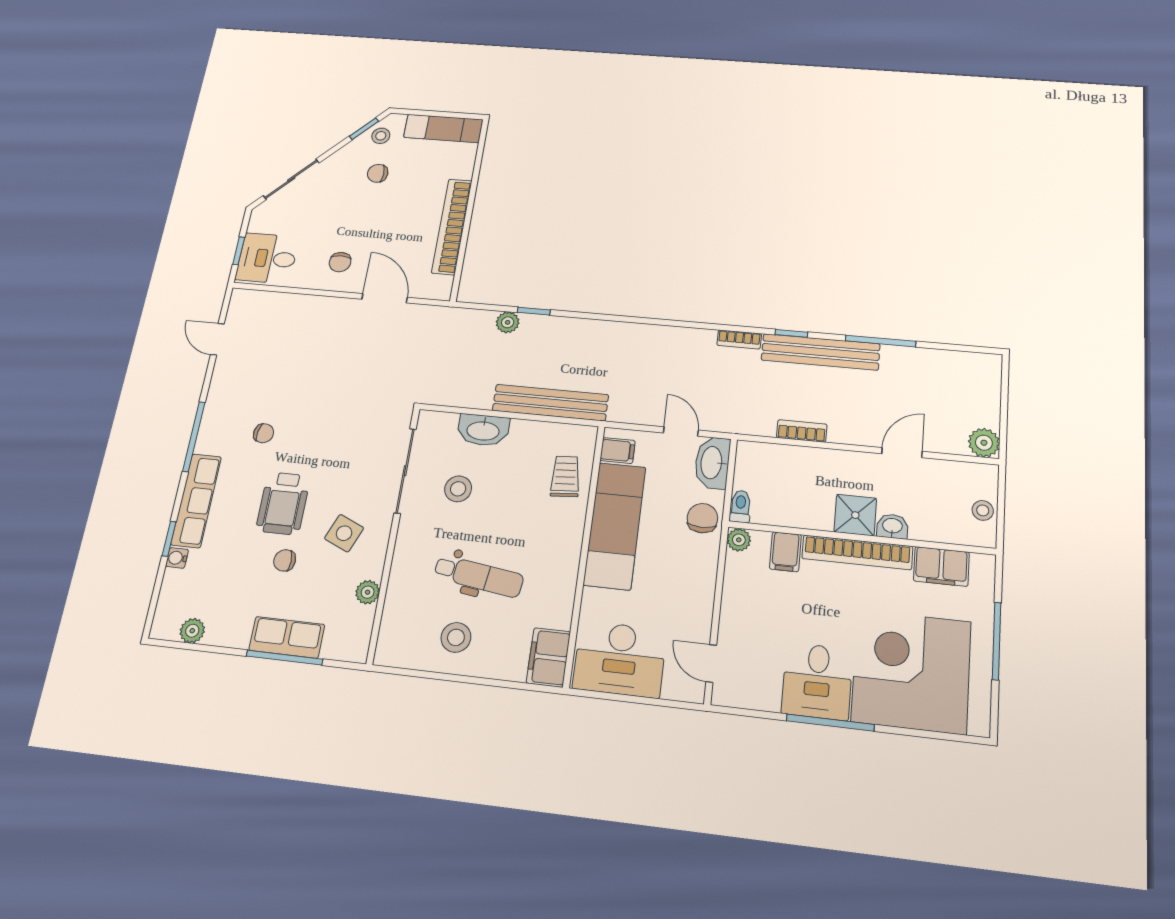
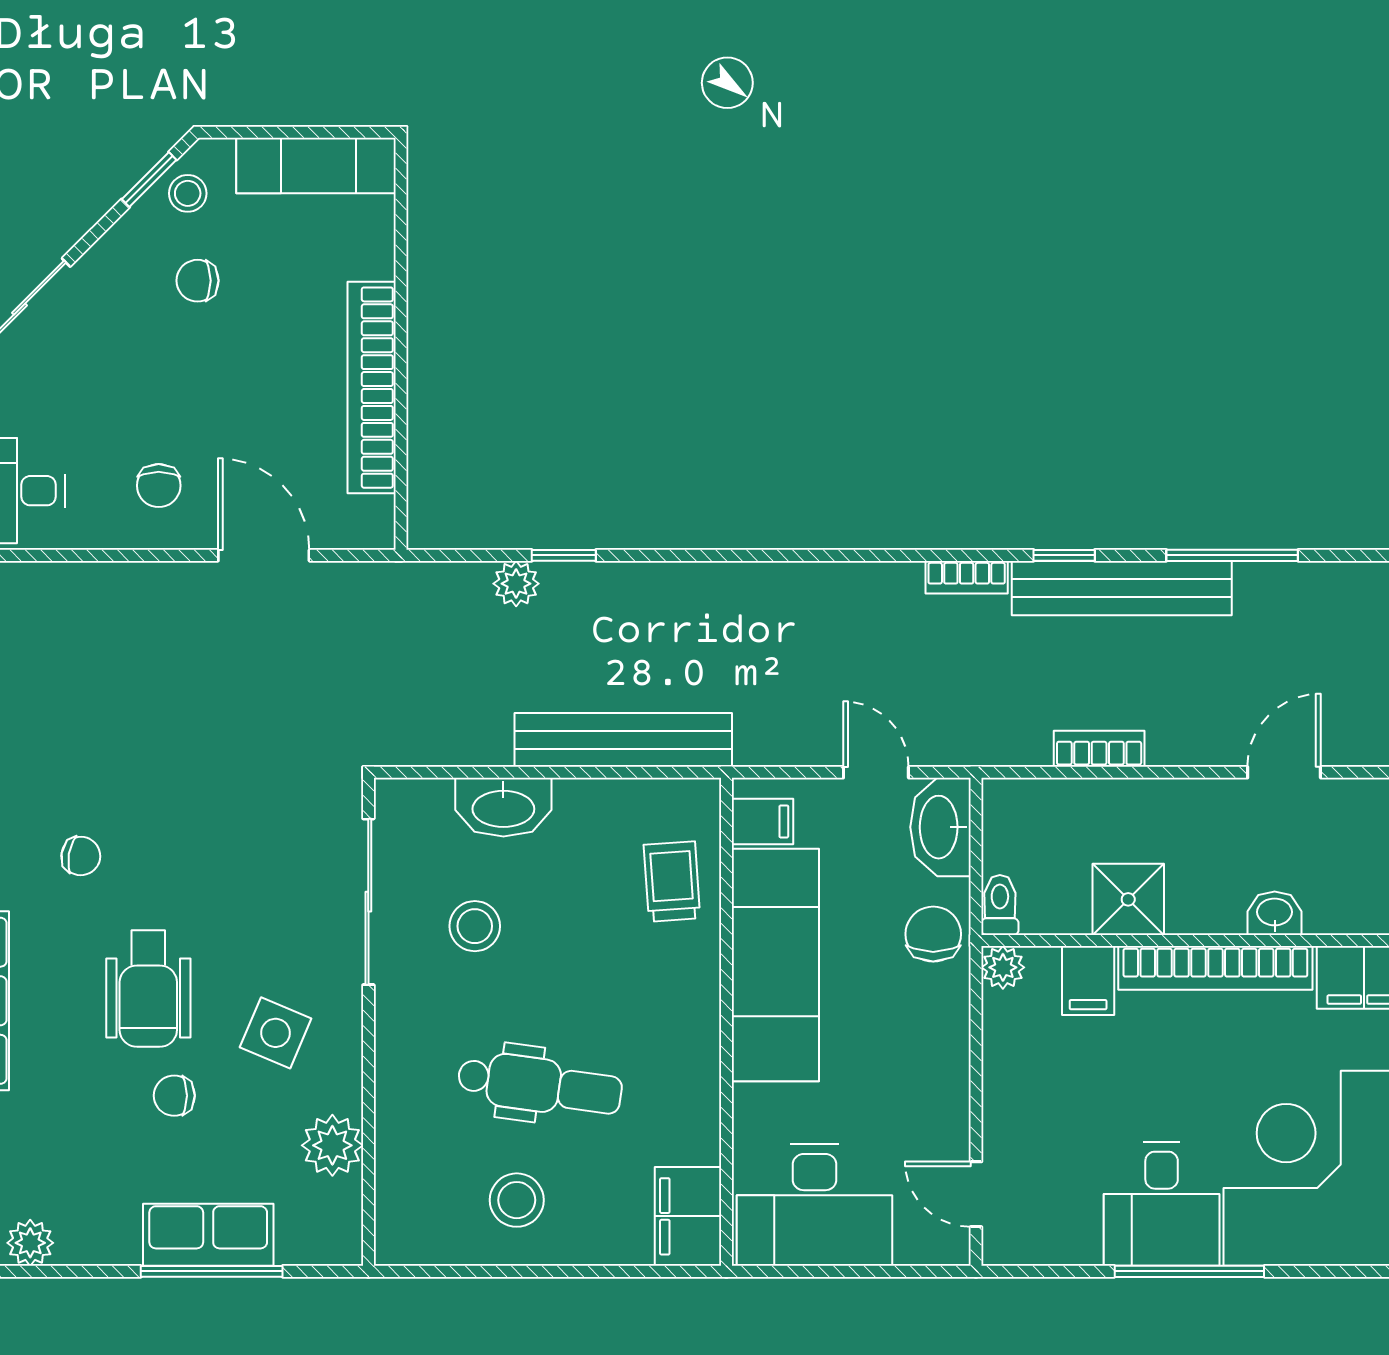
shower: (855, 515) -> (1128, 899), moved
plant: (368, 592) -> (332, 1145), width x1.38, depth x1.38

